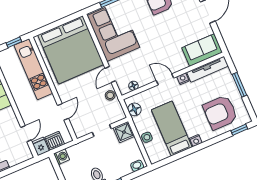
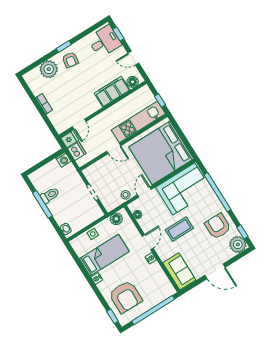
coffee table: (156, 43) -> (179, 229), added
tv unit: (208, 69) -> (163, 279), removed
door: (110, 75) -> (144, 192), hinge flipped
window: (239, 85) -> (153, 310), width x2.11
door: (63, 112) -> (114, 148), moved
armchair: (220, 112) -> (126, 297), turned 180
shower: (124, 132) -> (94, 212), removed
door: (26, 134) -> (79, 124), hinge flipped

